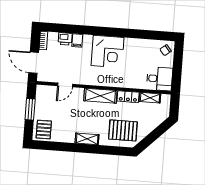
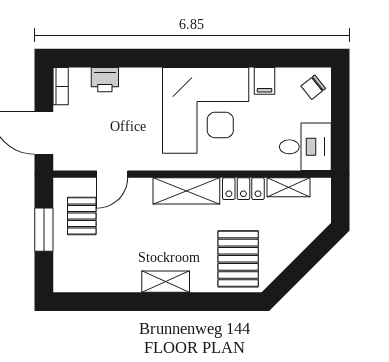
filing cabinet: (77, 40) -> (264, 81), moved
corner desk: (108, 52) -> (206, 110), width x1.36, depth x1.36
pallet: (44, 130) -> (82, 216), moved
pallet: (123, 130) -> (238, 259), turned 90

